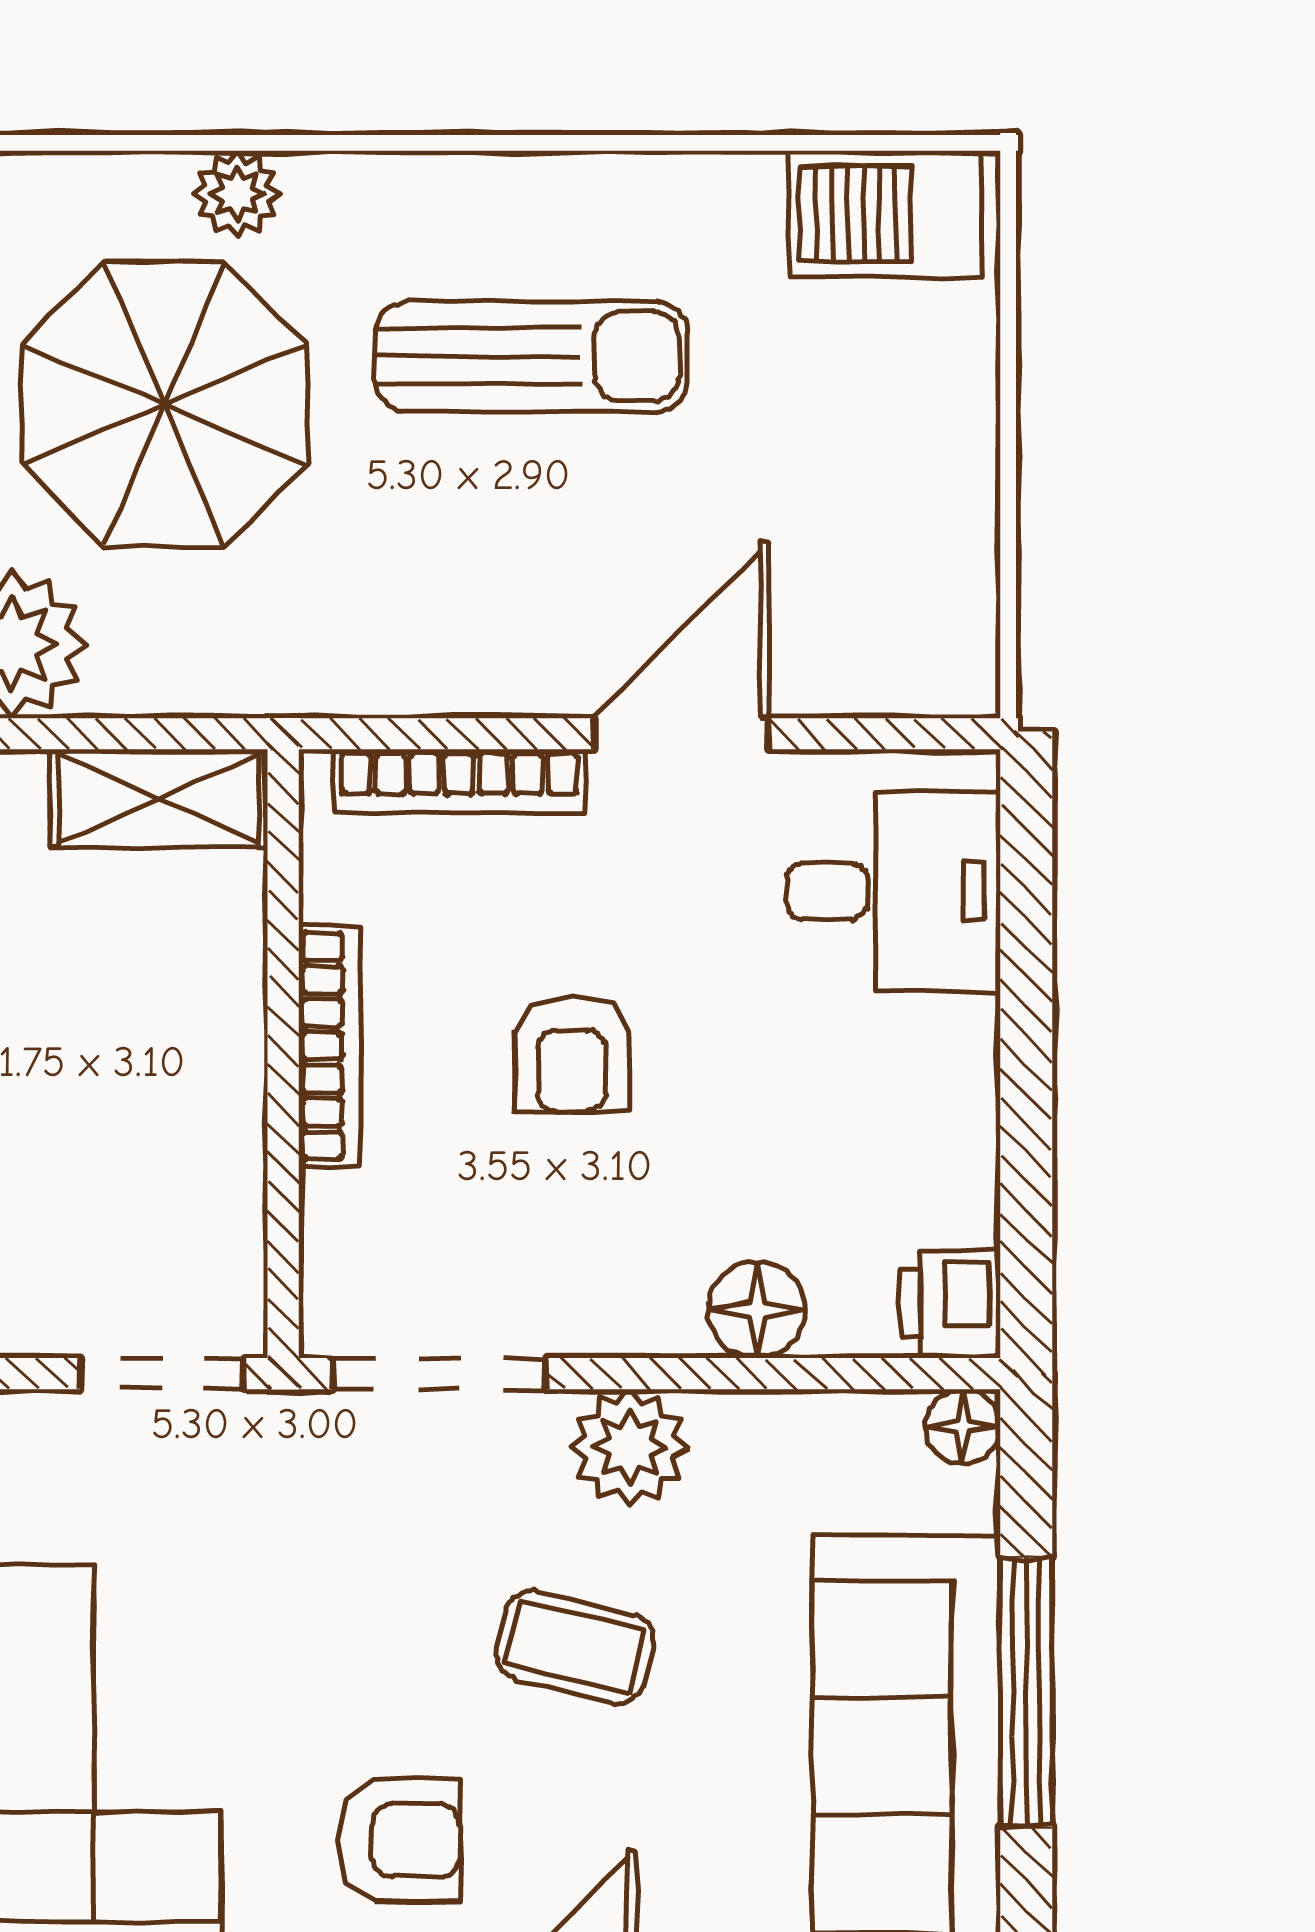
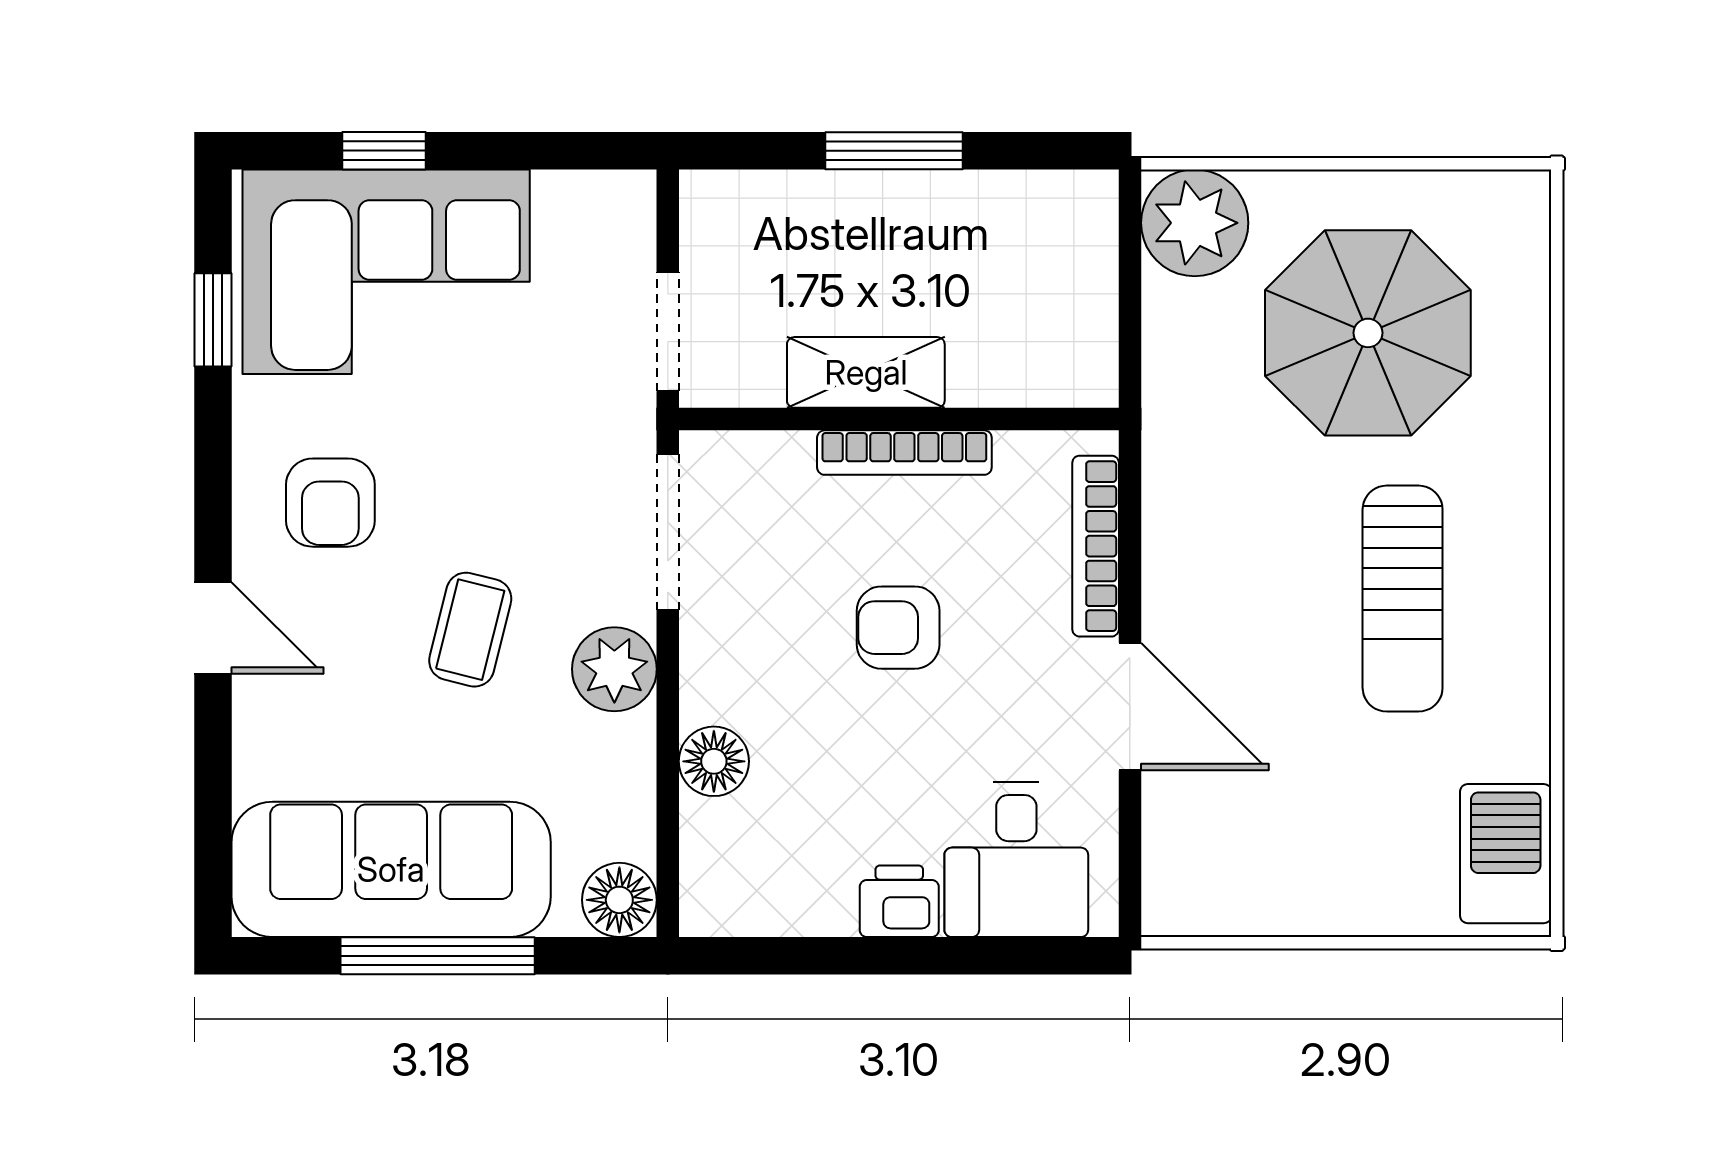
plant: (237, 193) -> (1520, 386), removed
shelving: (159, 798) -> (866, 372), moved, turned 90
printer: (951, 1303) -> (899, 901), moved
floor lamp: (963, 1427) -> (619, 900), width x1.37, depth x1.37

